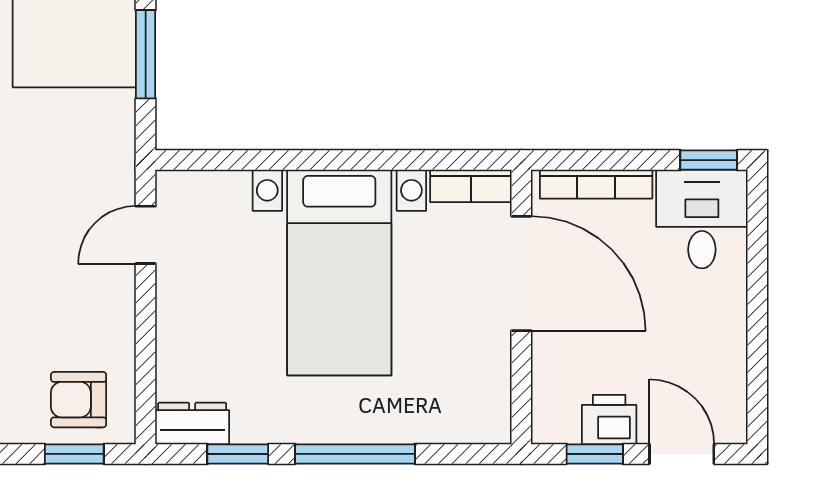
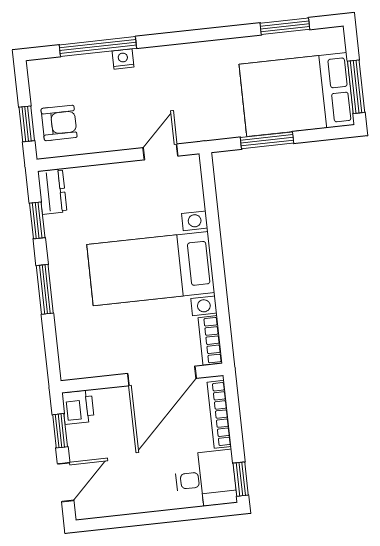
door: (146, 235) -> (161, 152), hinge flipped
armchair: (79, 400) -> (59, 123), turned 90
printer: (609, 420) -> (78, 407), moved
window: (355, 454) -> (45, 289), width x0.69

